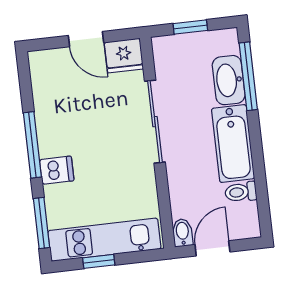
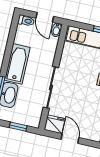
toilet: (241, 192) -> (26, 21), moved
door: (212, 248) -> (45, 17), hinge flipped

